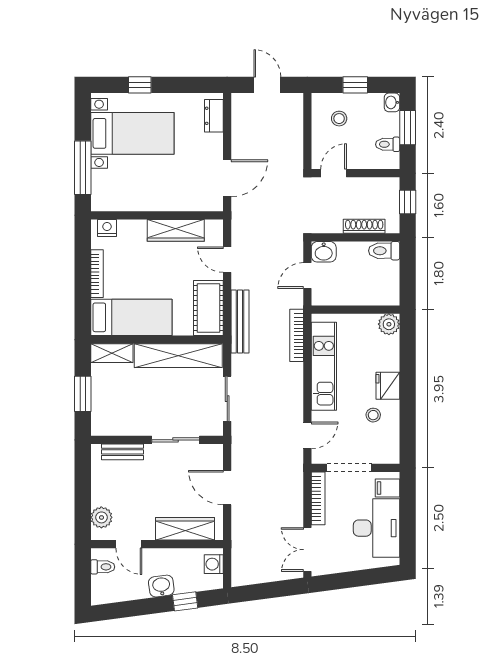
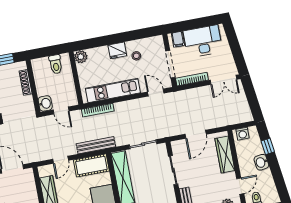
toilet: (384, 251) -> (56, 64), moved

